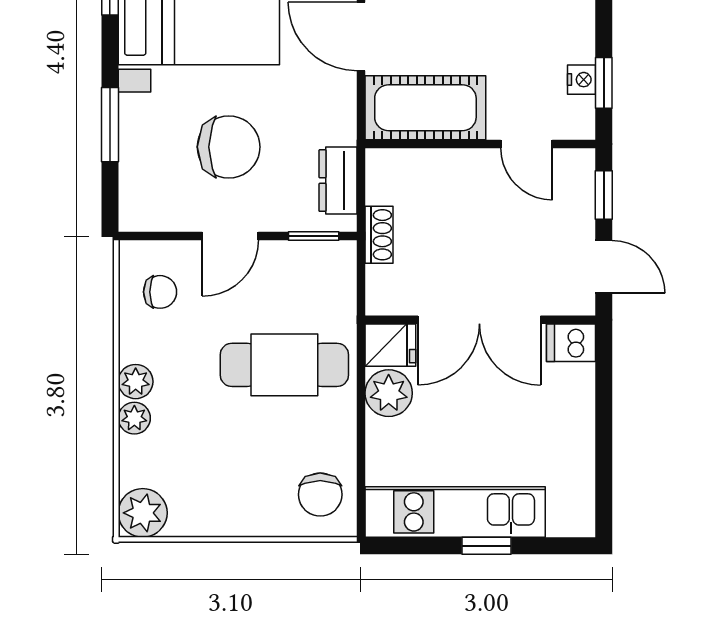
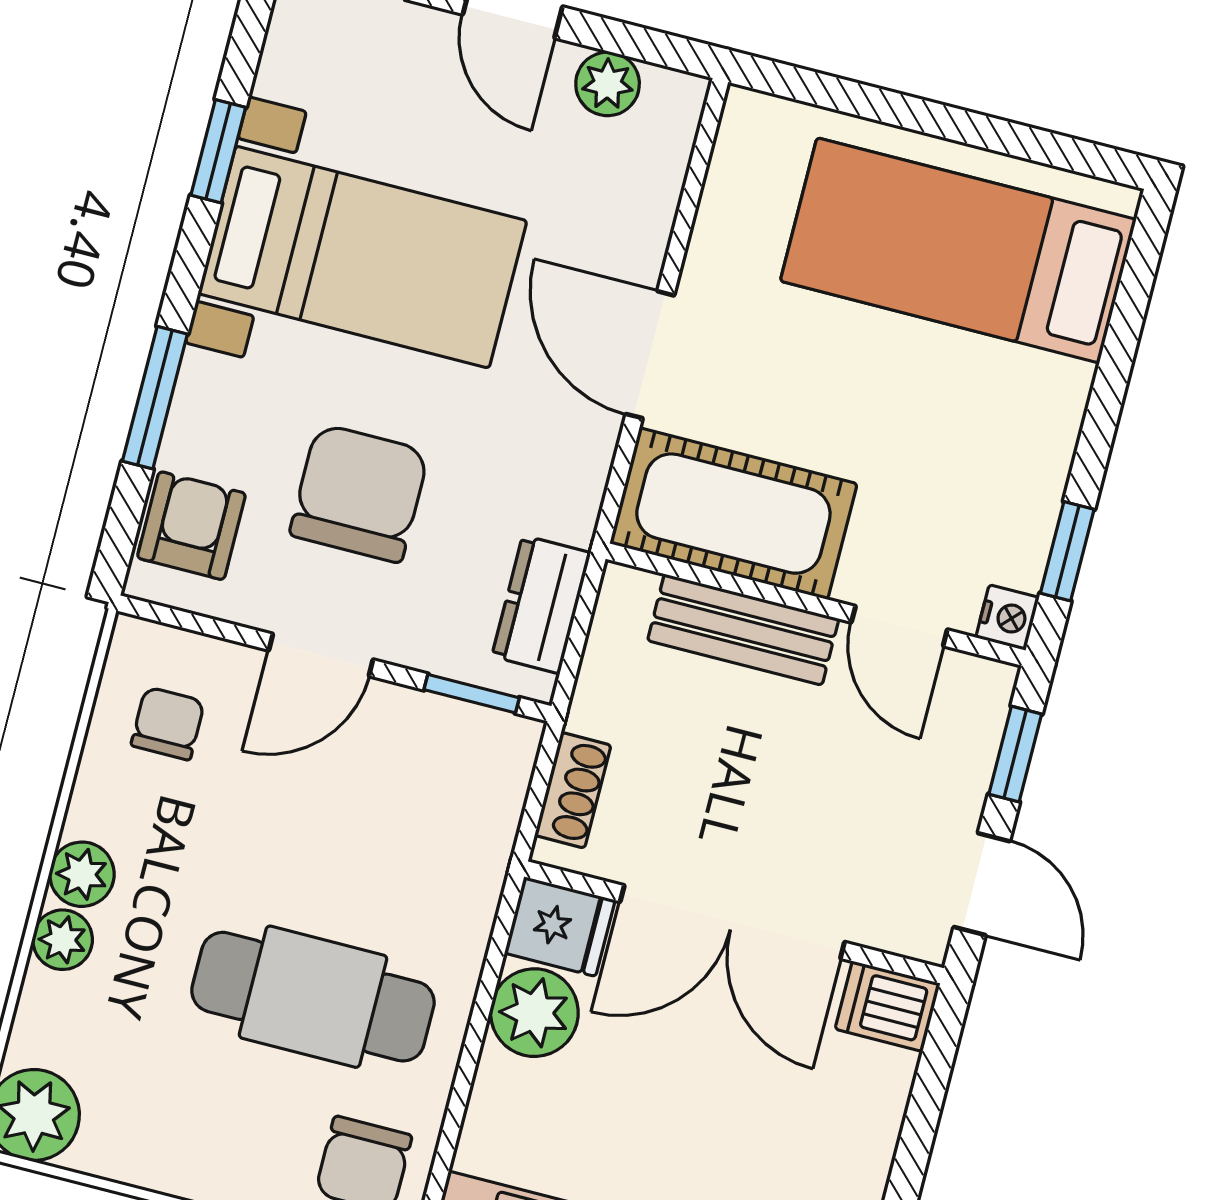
nightstand: (581, 80) -> (1007, 617), moved
chair: (229, 147) -> (359, 493), turned -90
bench: (446, 167) -> (743, 630), added
armchair: (146, 186) -> (191, 526), added
shoe rack: (379, 235) -> (573, 790), moved
chair: (160, 292) -> (168, 723), turned -90
cafe table: (284, 365) -> (313, 997), moved

